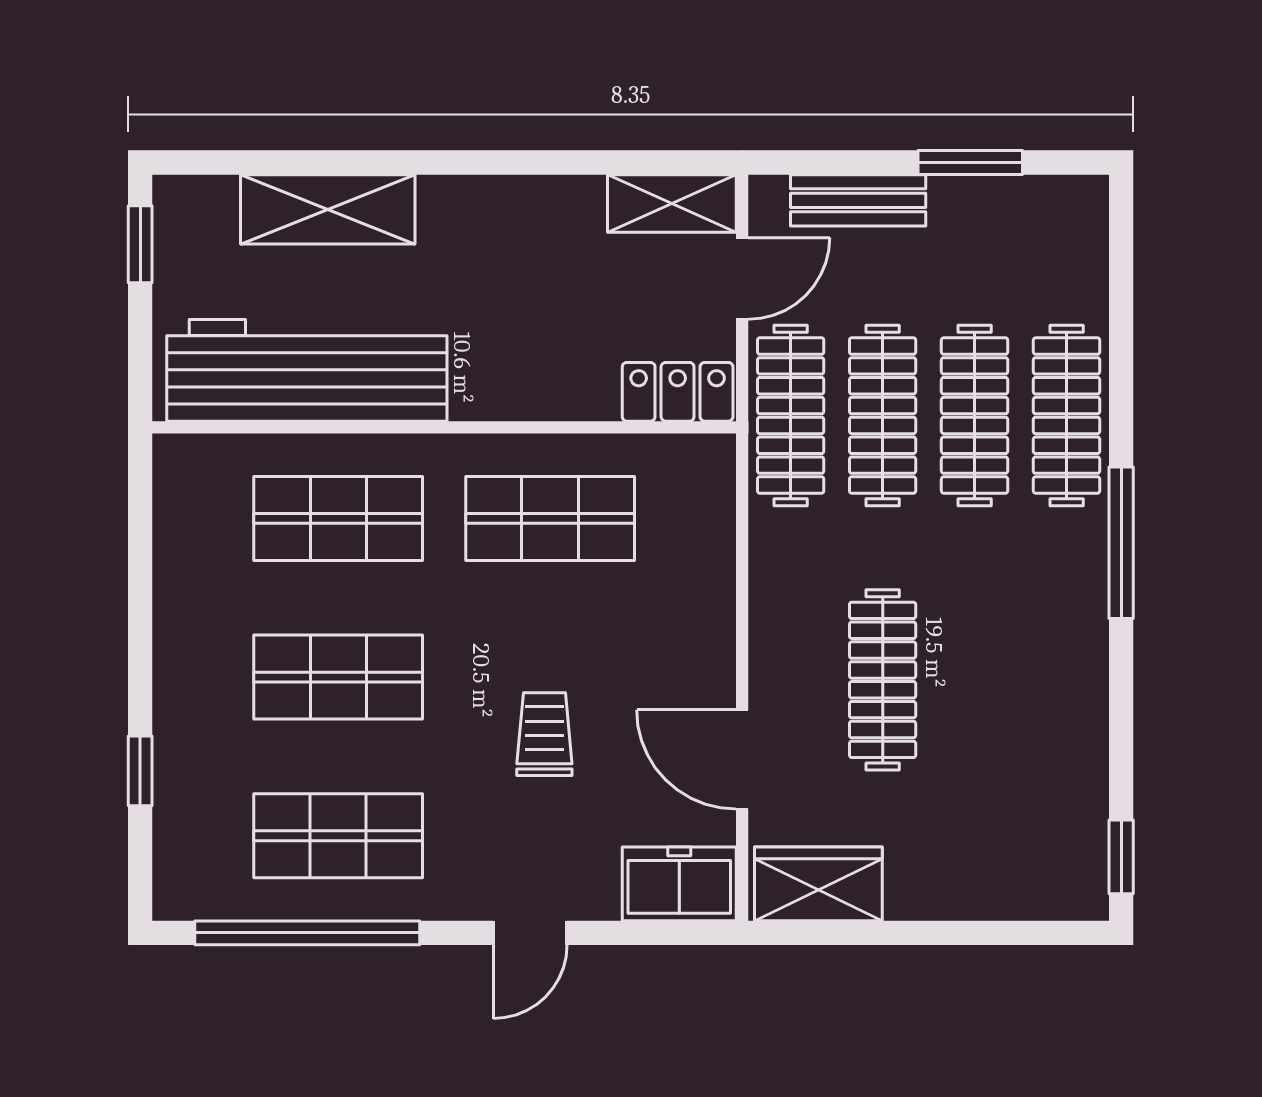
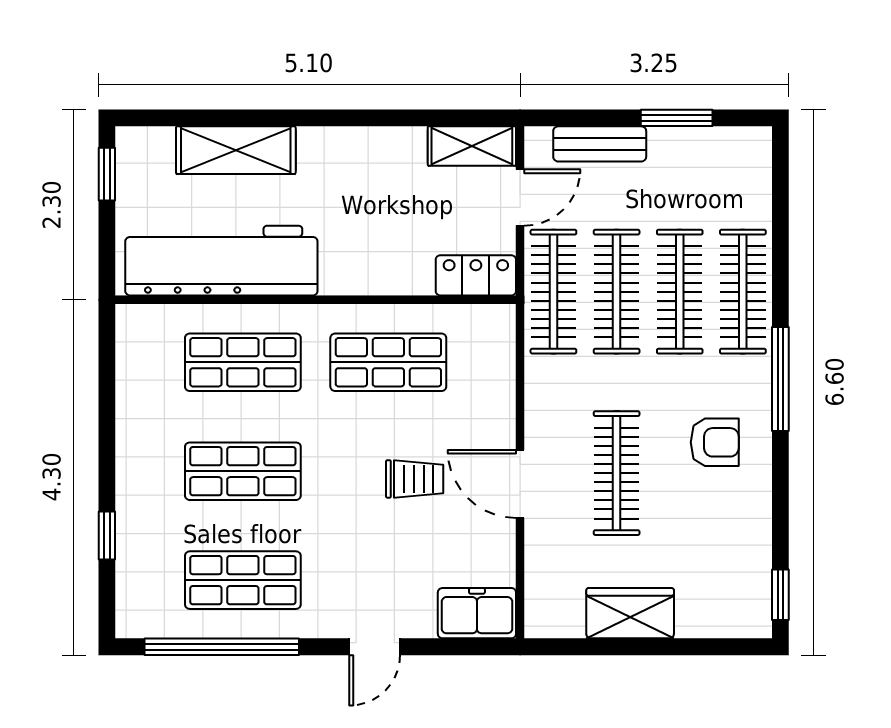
armchair: (1025, 635) -> (715, 442), added
trolley: (544, 734) -> (415, 479), moved, turned 90
door: (742, 760) -> (520, 484), moved
wardrobe: (818, 884) -> (630, 613), moved

